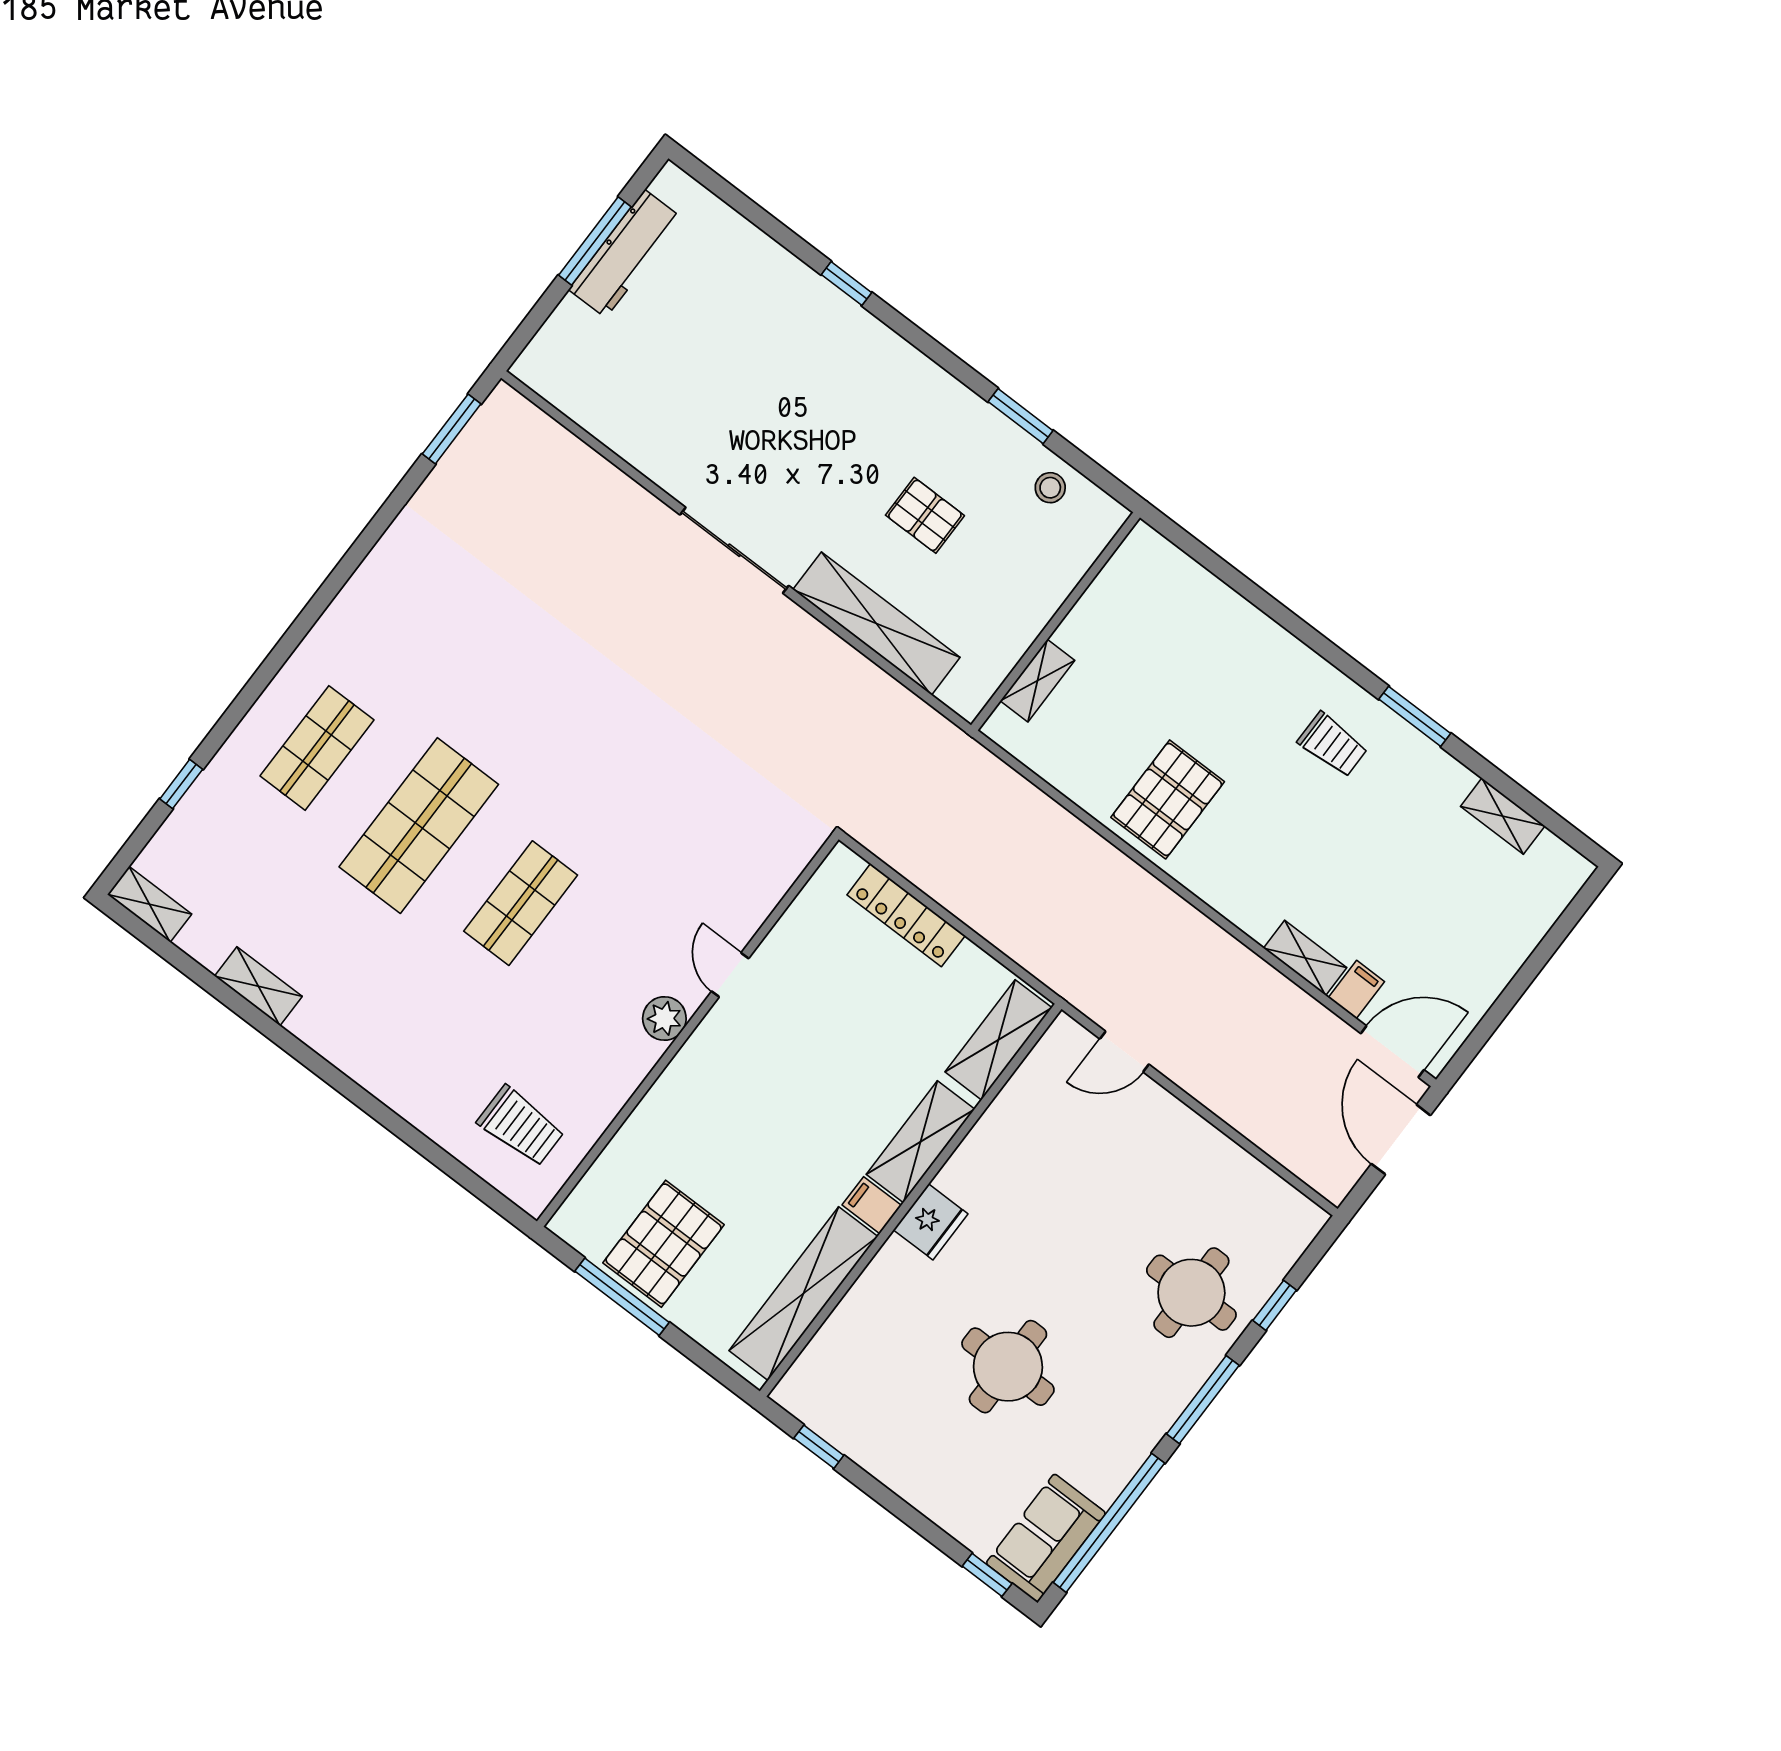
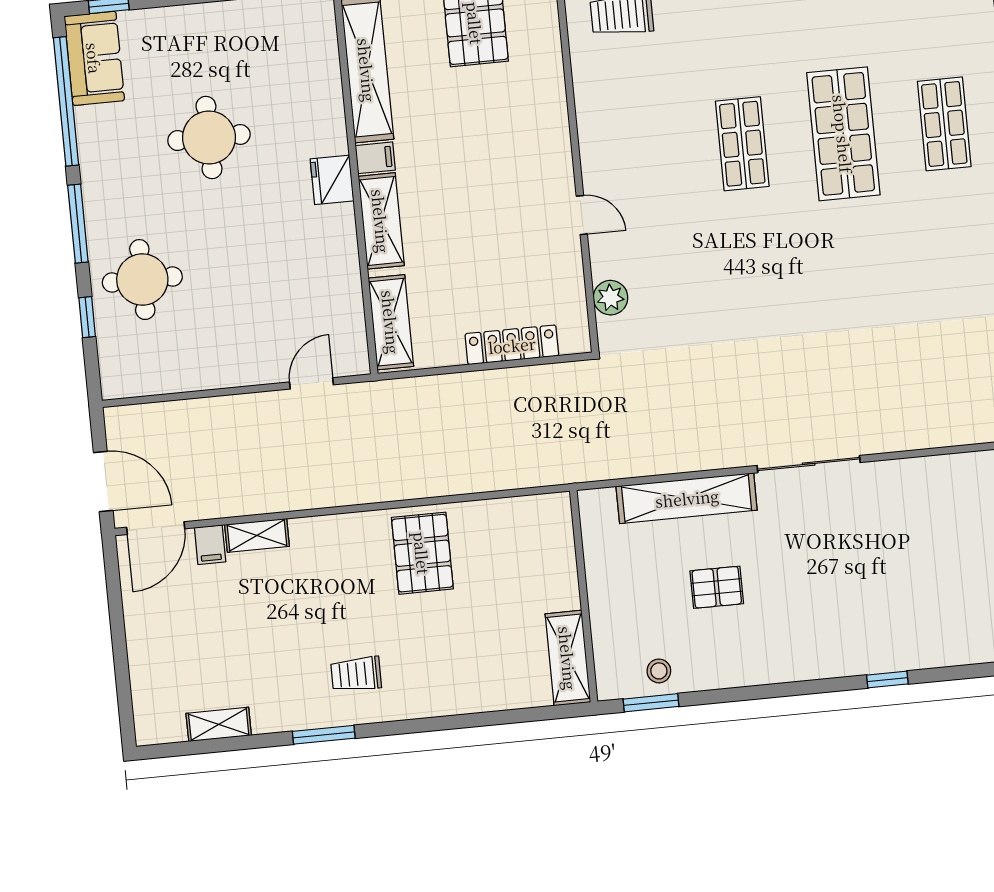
window: (1021, 416) -> (651, 703), moved
shelving: (1038, 681) -> (568, 658), moved, width x1.50, depth x1.33
plant: (664, 1018) -> (611, 298), moved

